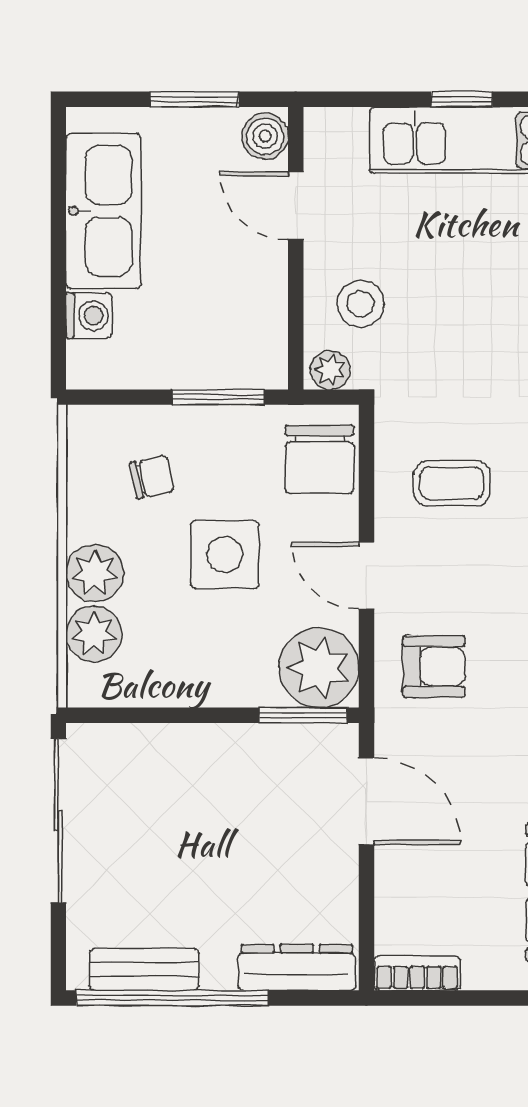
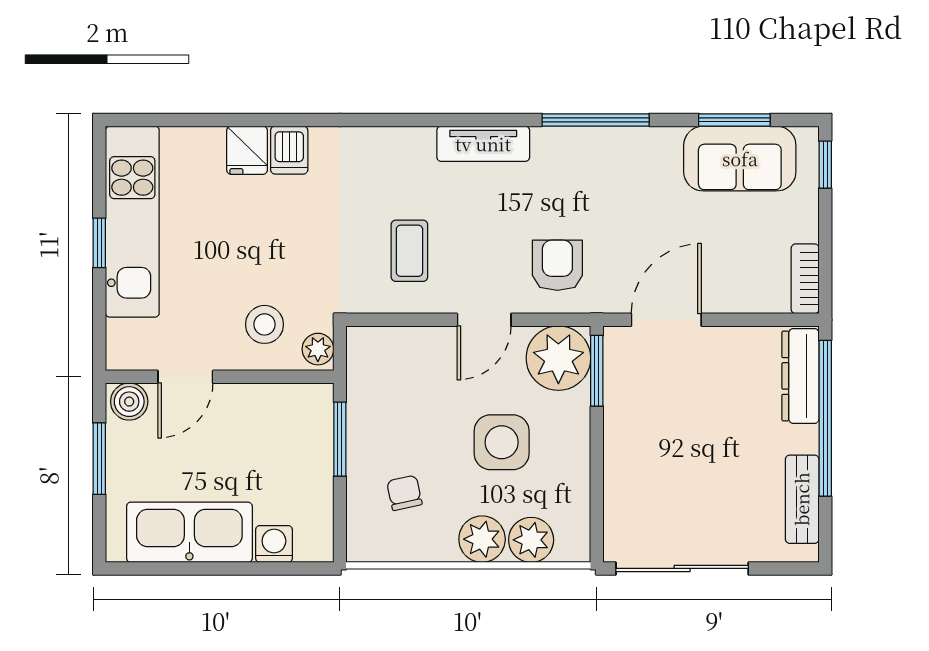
chair: (320, 459) -> (390, 358), removed
side table: (225, 555) -> (502, 442), moved
window: (173, 998) -> (825, 418), moved

